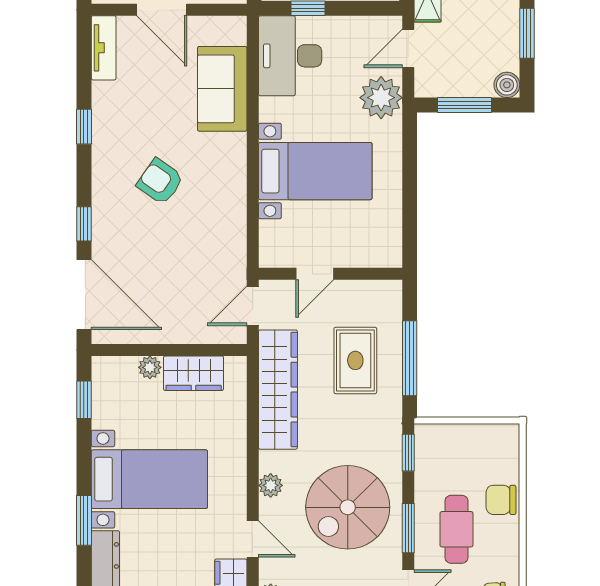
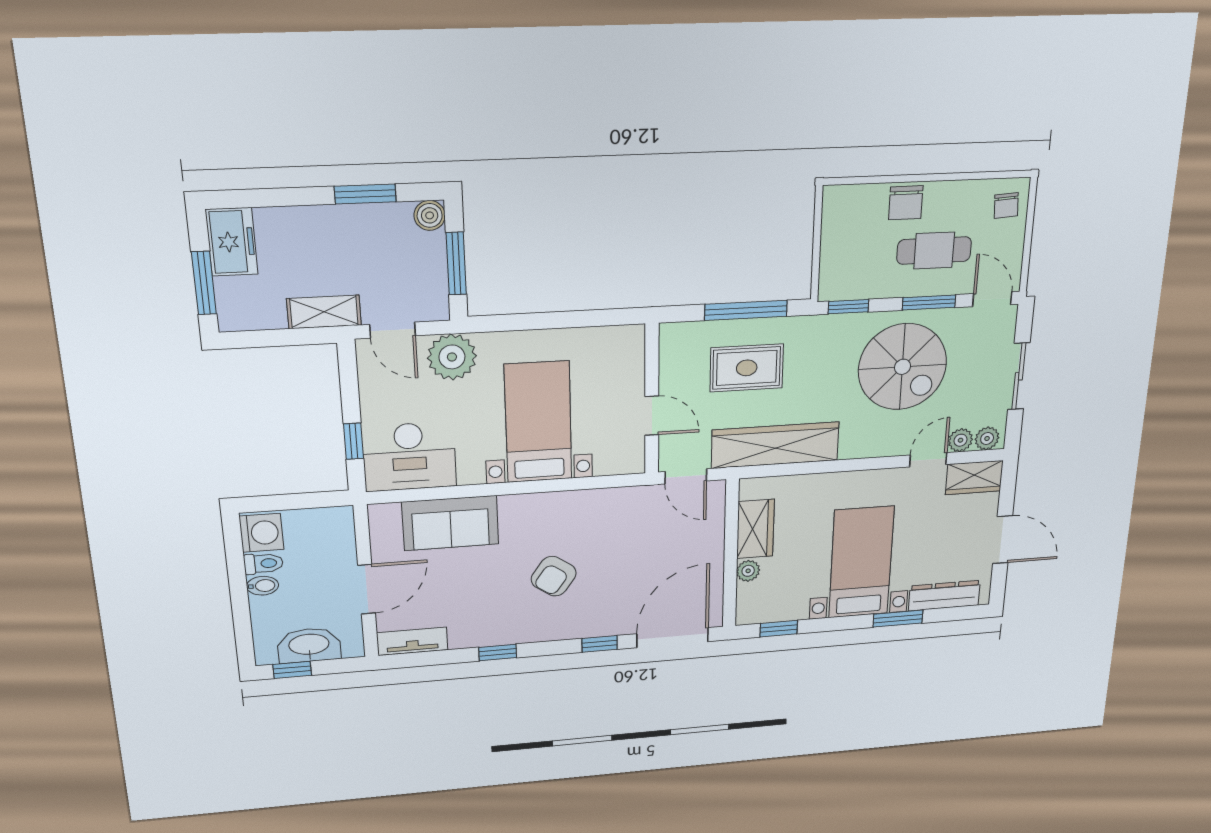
plant: (271, 485) -> (960, 440), moved

